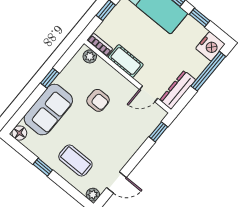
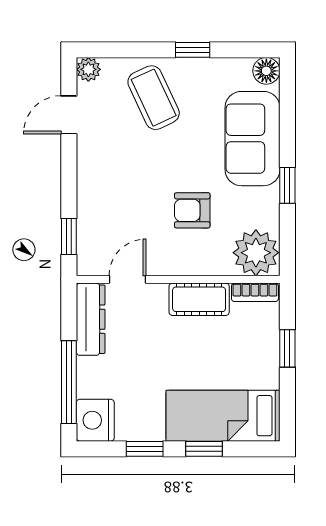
plant: (90, 56) -> (256, 253), width x1.87, depth x1.87
coffee table: (75, 161) -> (154, 98), turned 65

